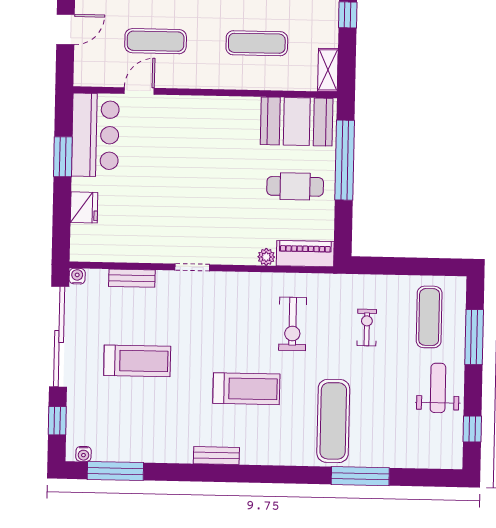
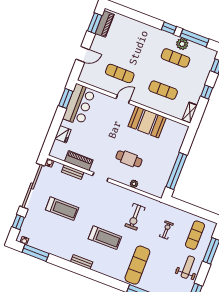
door: (139, 91) -> (123, 99), moved
booth: (297, 121) -> (147, 122), moved
window: (63, 157) -> (66, 98), moved
window: (345, 160) -> (176, 171), moved
cafe table: (295, 186) -> (129, 159), moved
piano: (305, 254) -> (79, 161), moved

